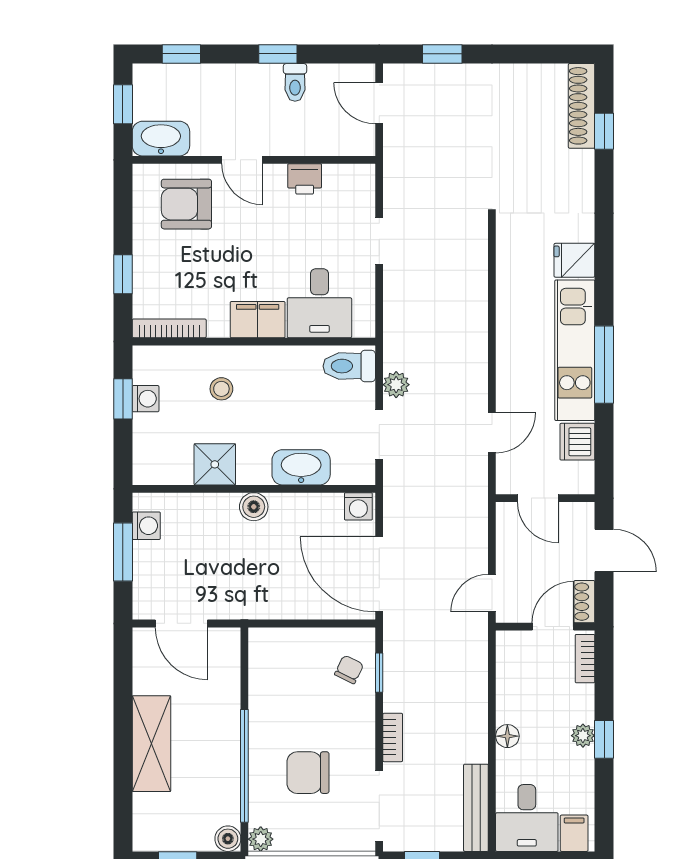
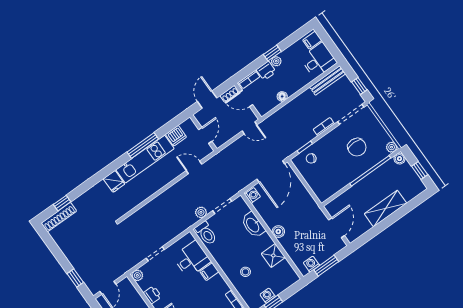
plant: (362, 177) -> (137, 275), added
filing cabinet: (258, 320) -> (209, 272), width x0.50
printer: (578, 703) -> (266, 71), added
floor lamp: (507, 736) -> (282, 96), moved

